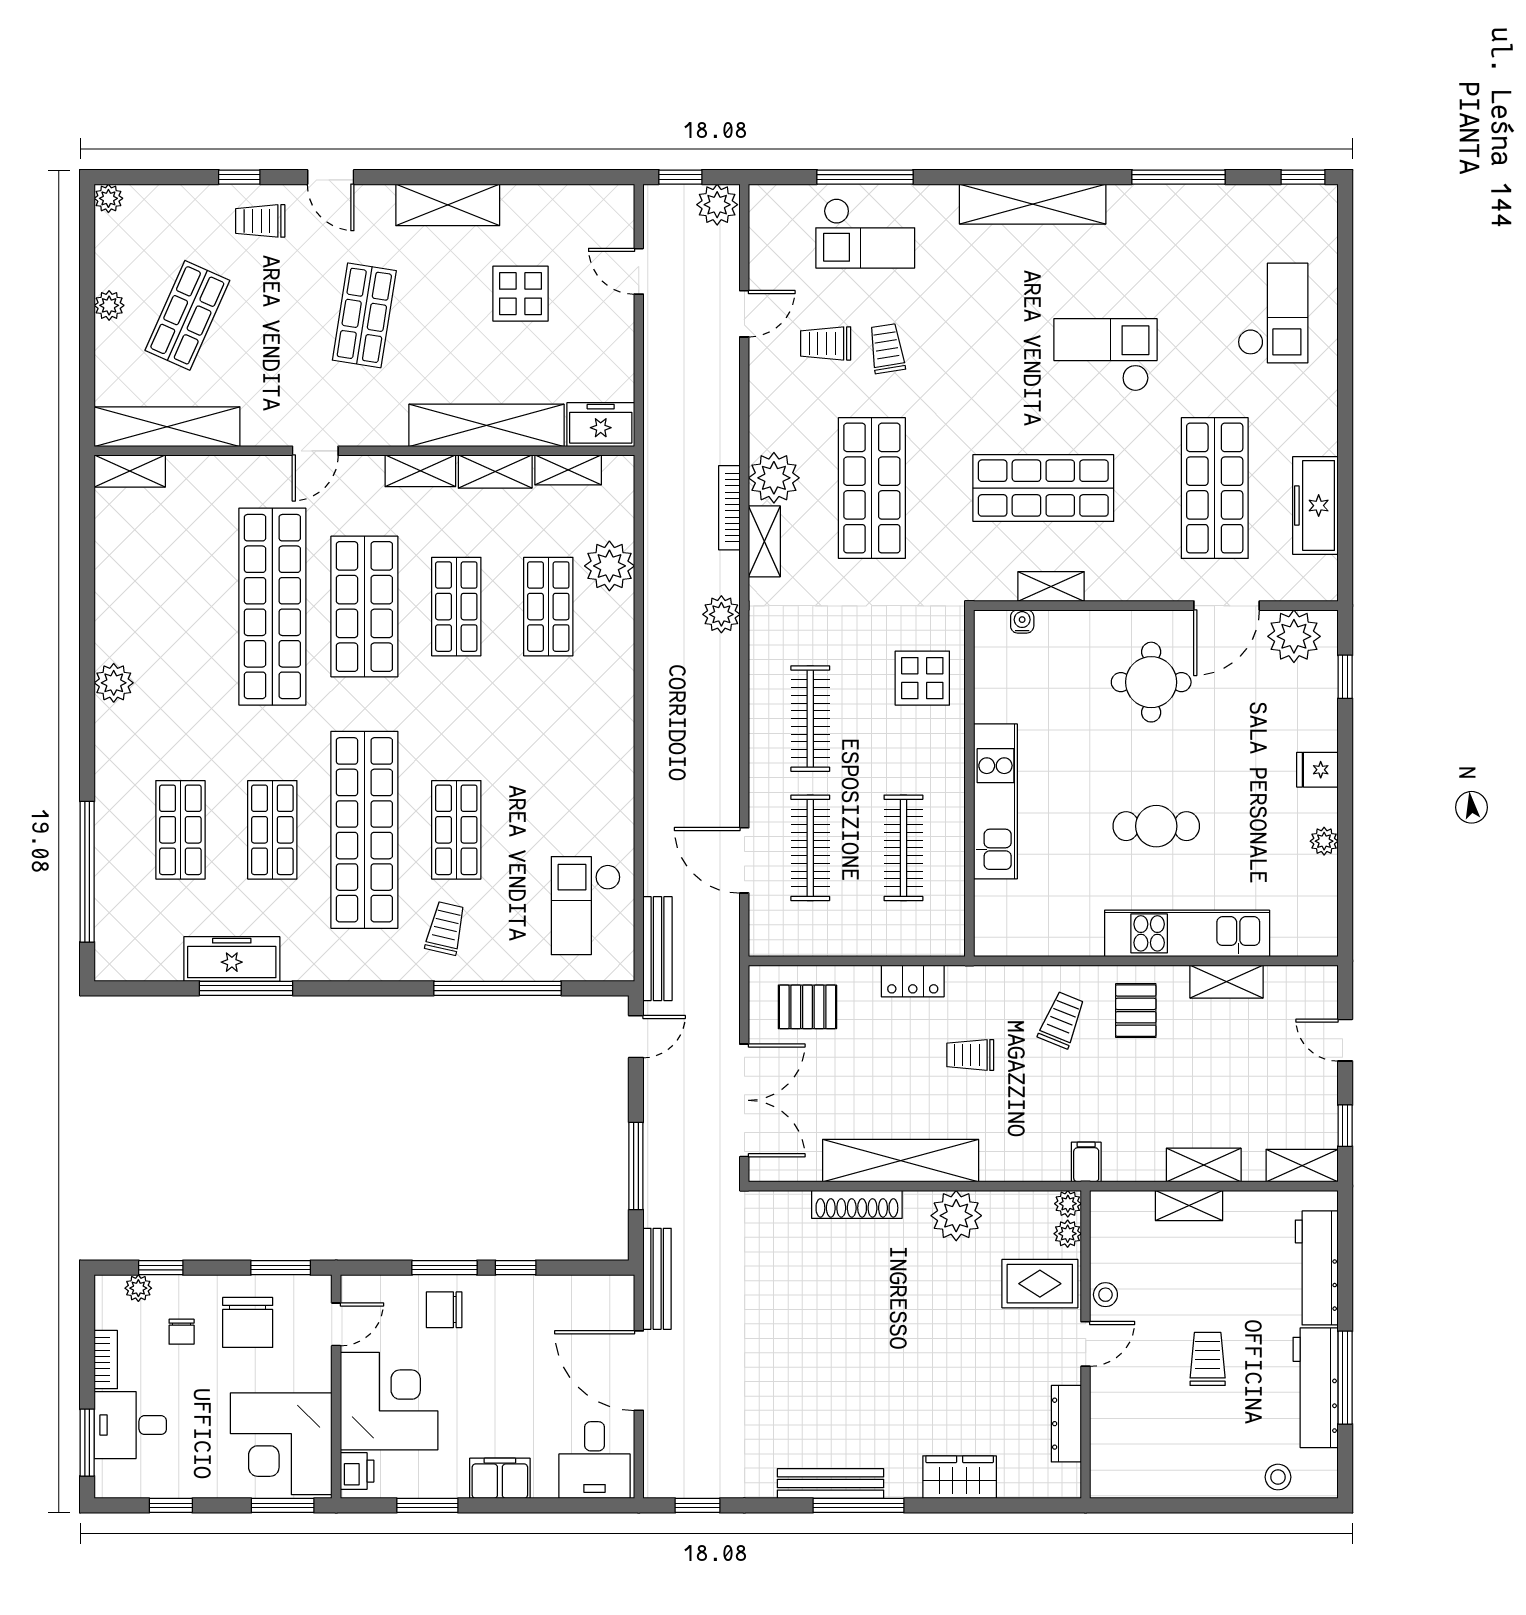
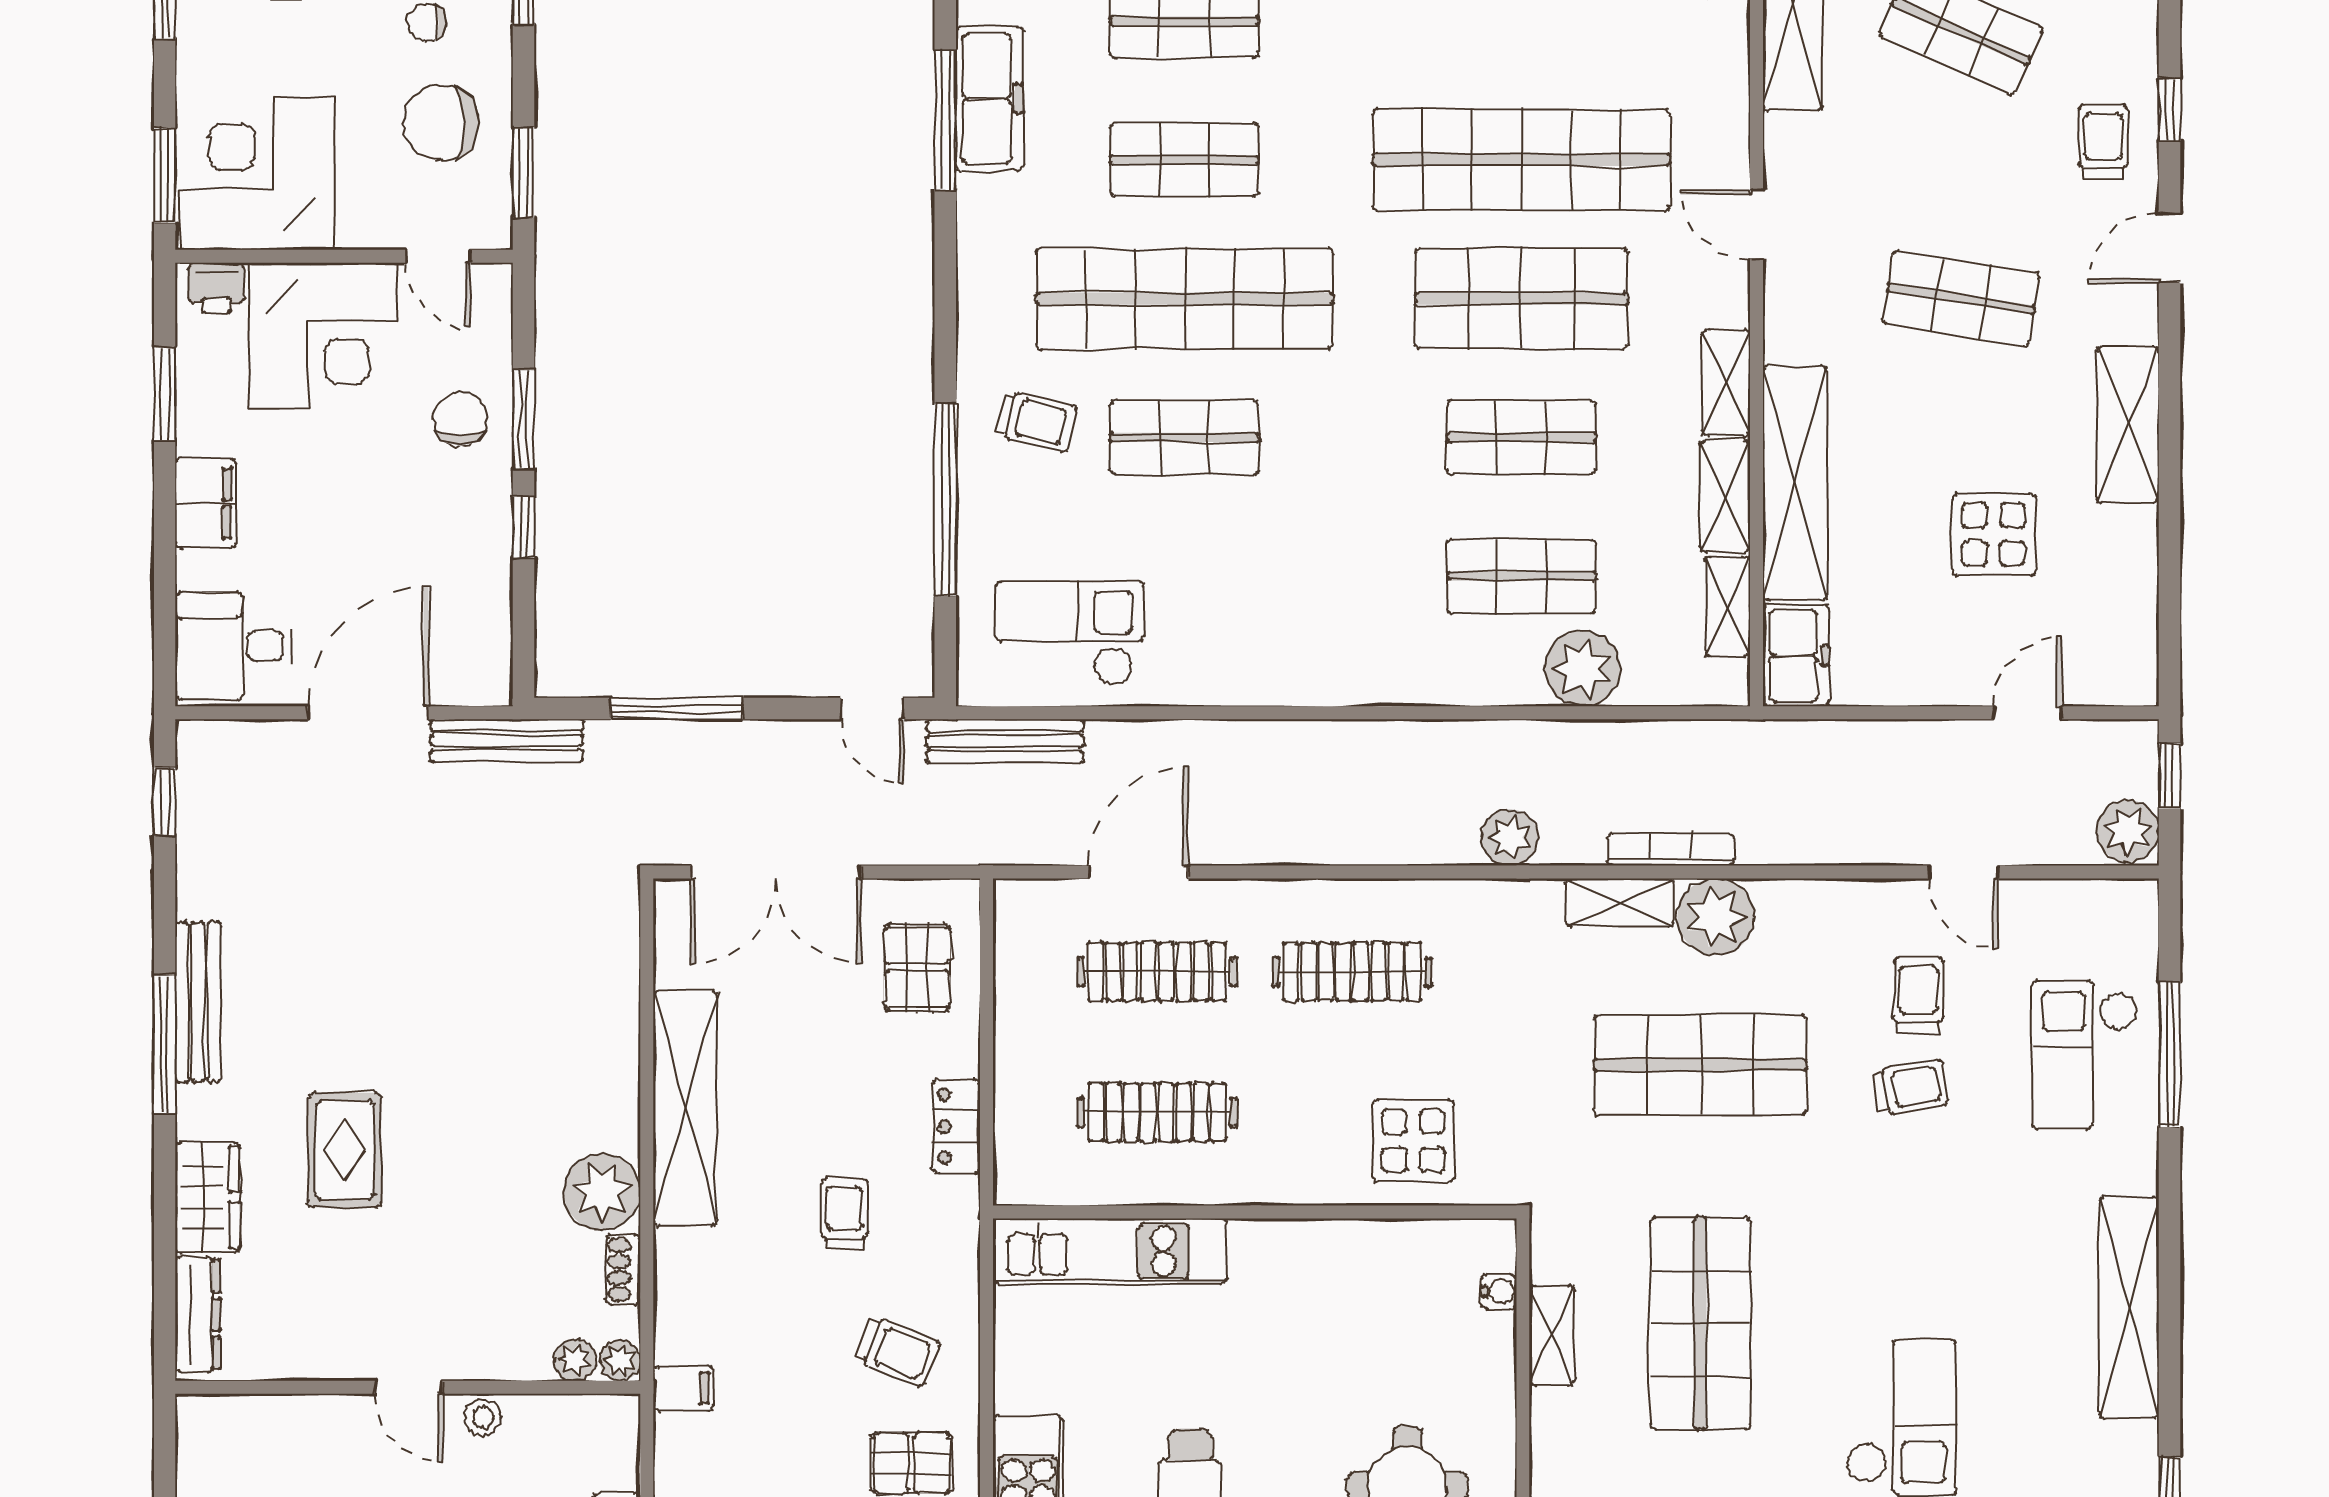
kitchen unit: (995, 801) -> (1110, 1251), moved
shoe rack: (857, 1204) -> (623, 1270), moved, width x0.51, depth x0.81
rug: (1040, 1284) -> (345, 1150), moved
dresser: (1066, 1424) -> (198, 1315), moved, turned 90

